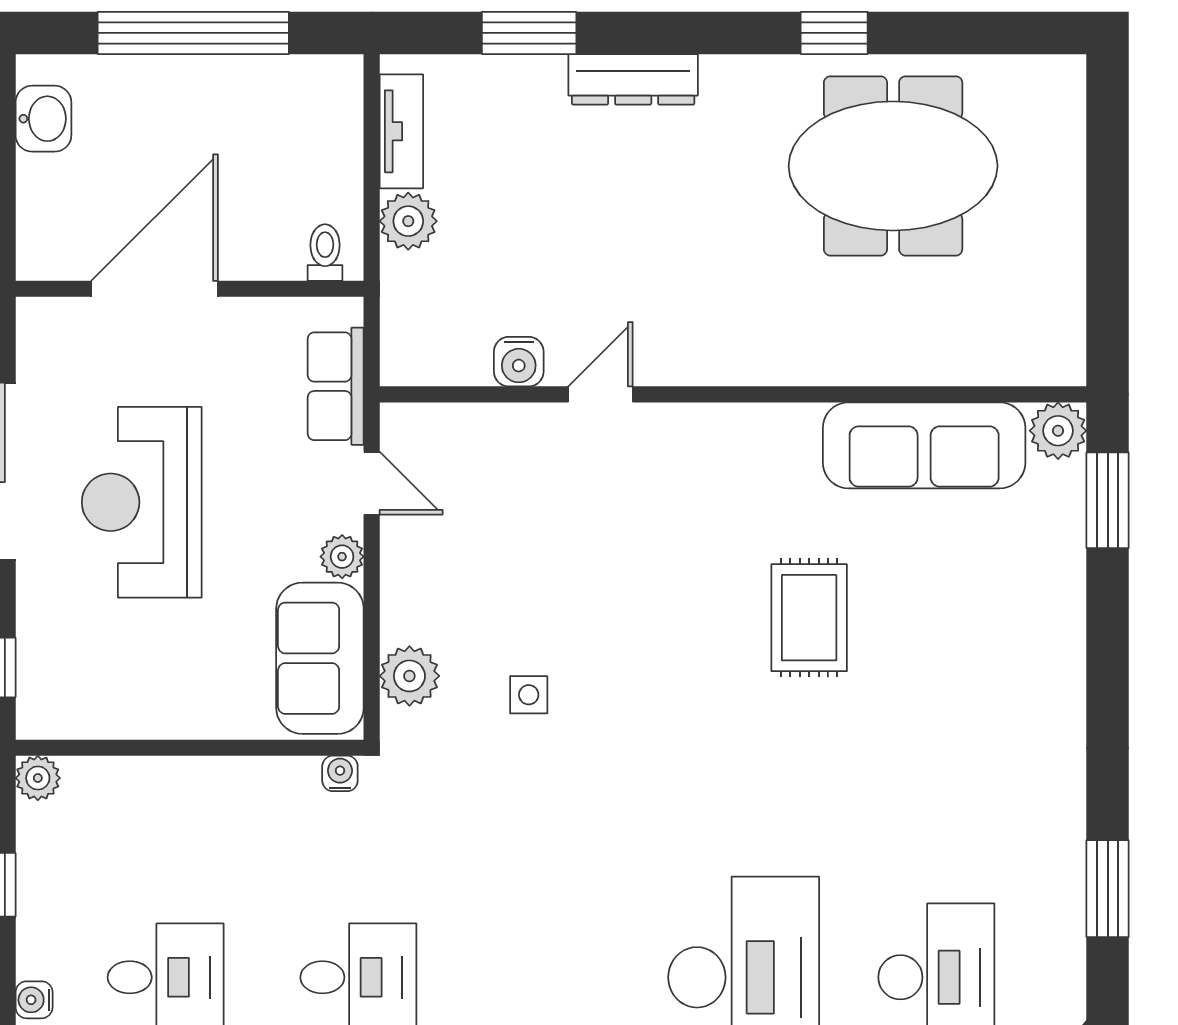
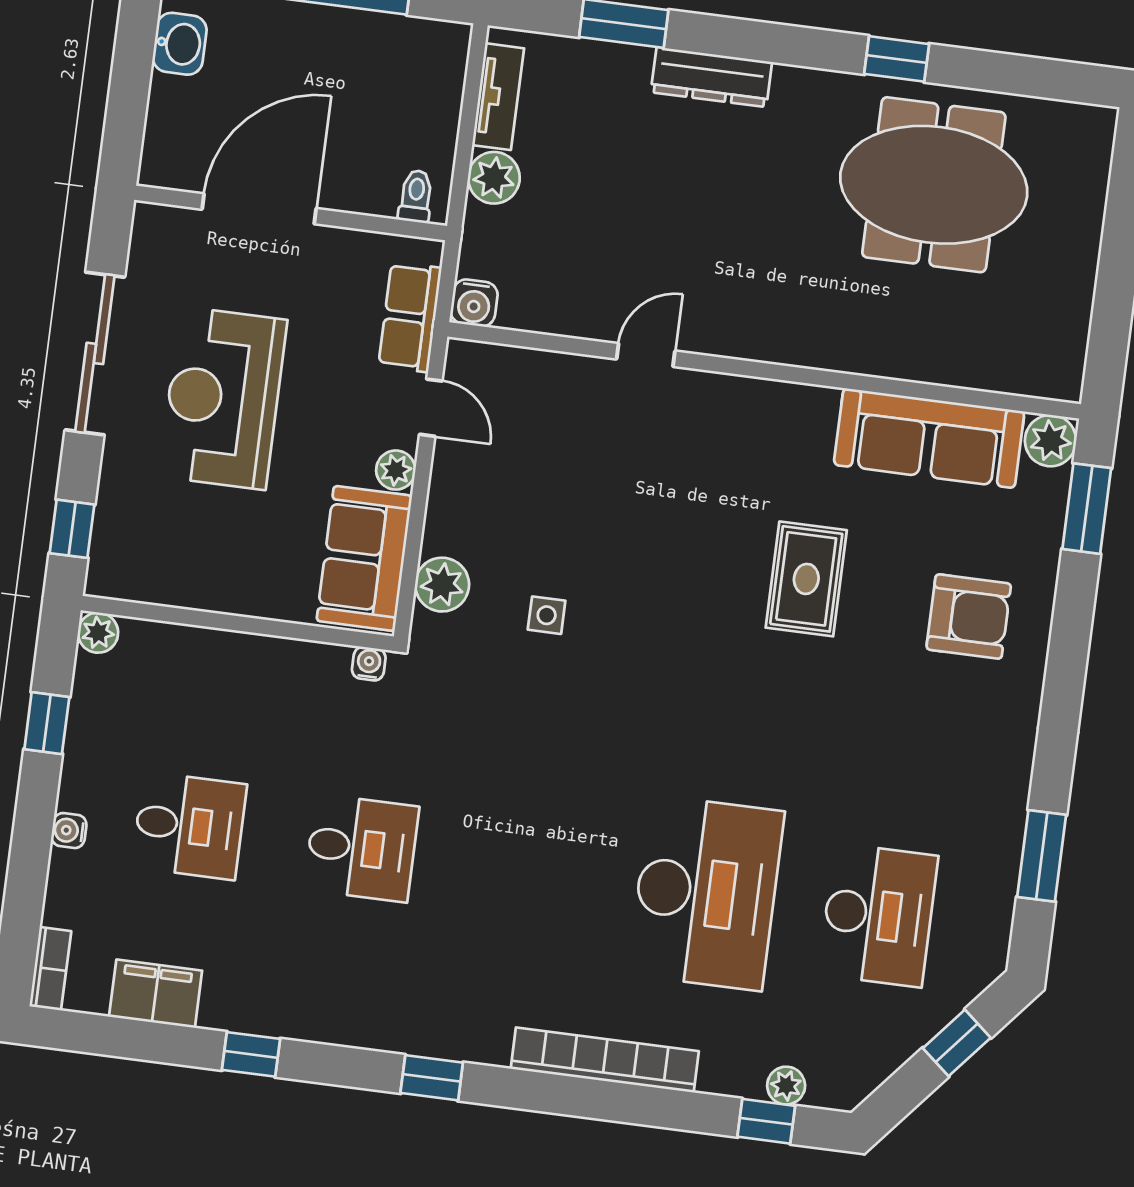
water cooler: (519, 362) -> (474, 303), moved
armchair: (993, 636) -> (969, 617), added

